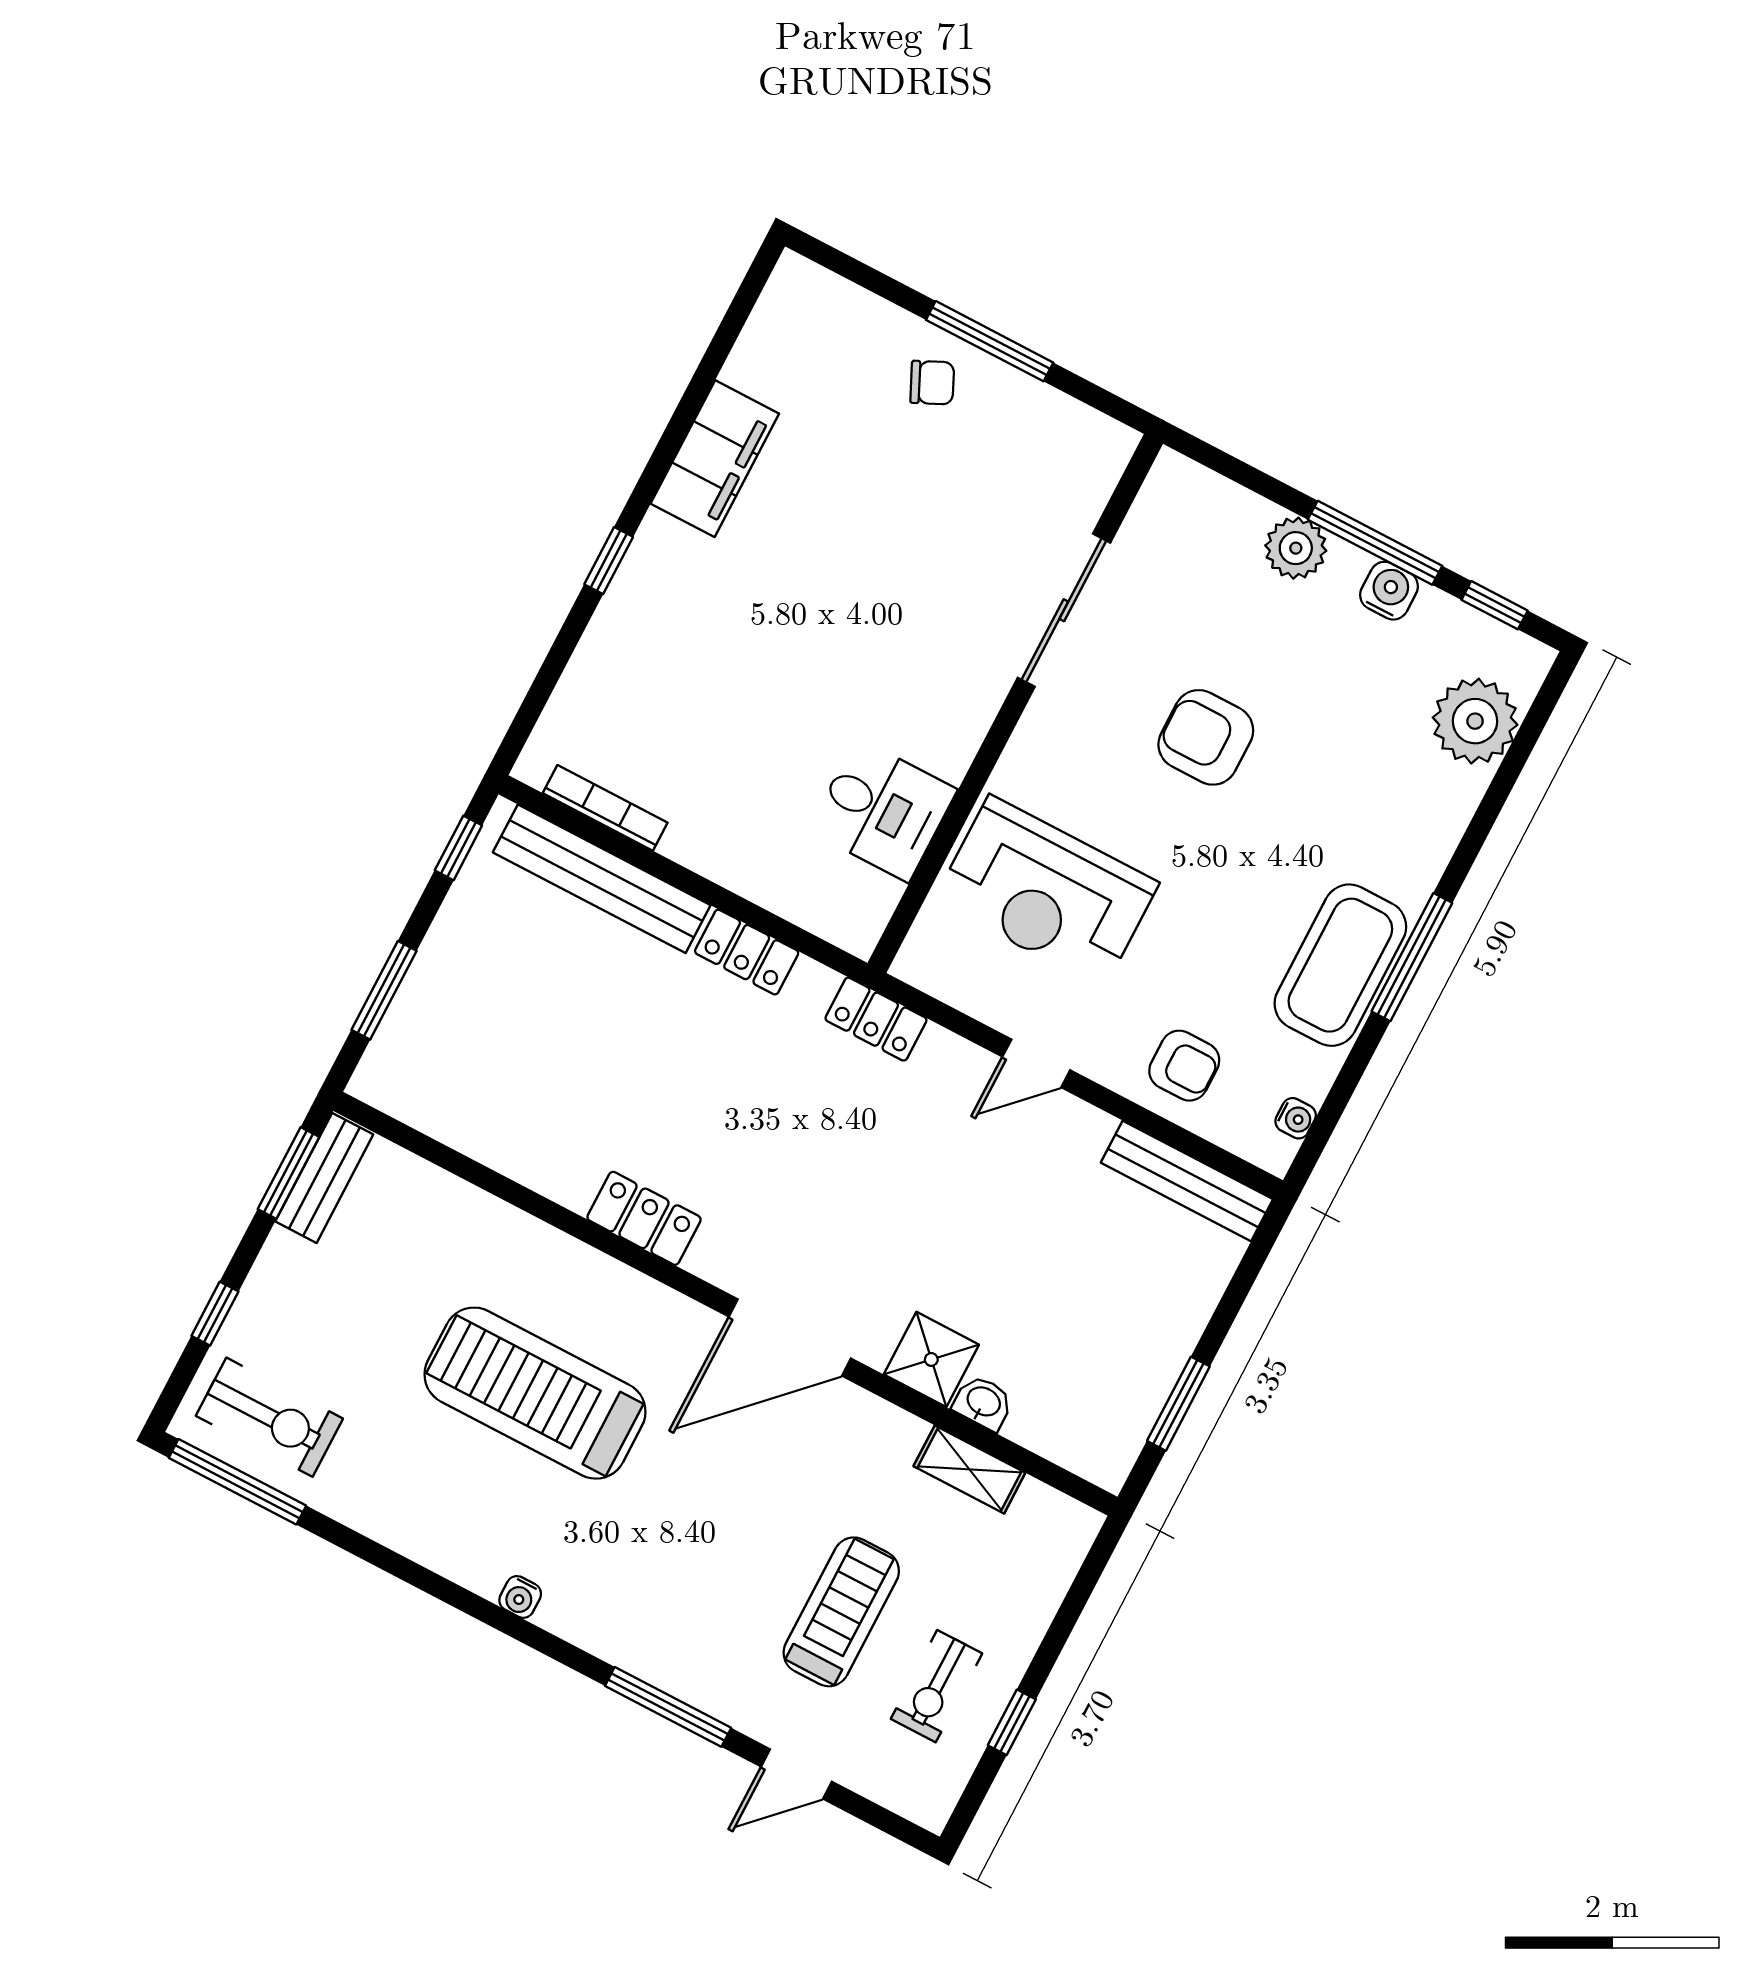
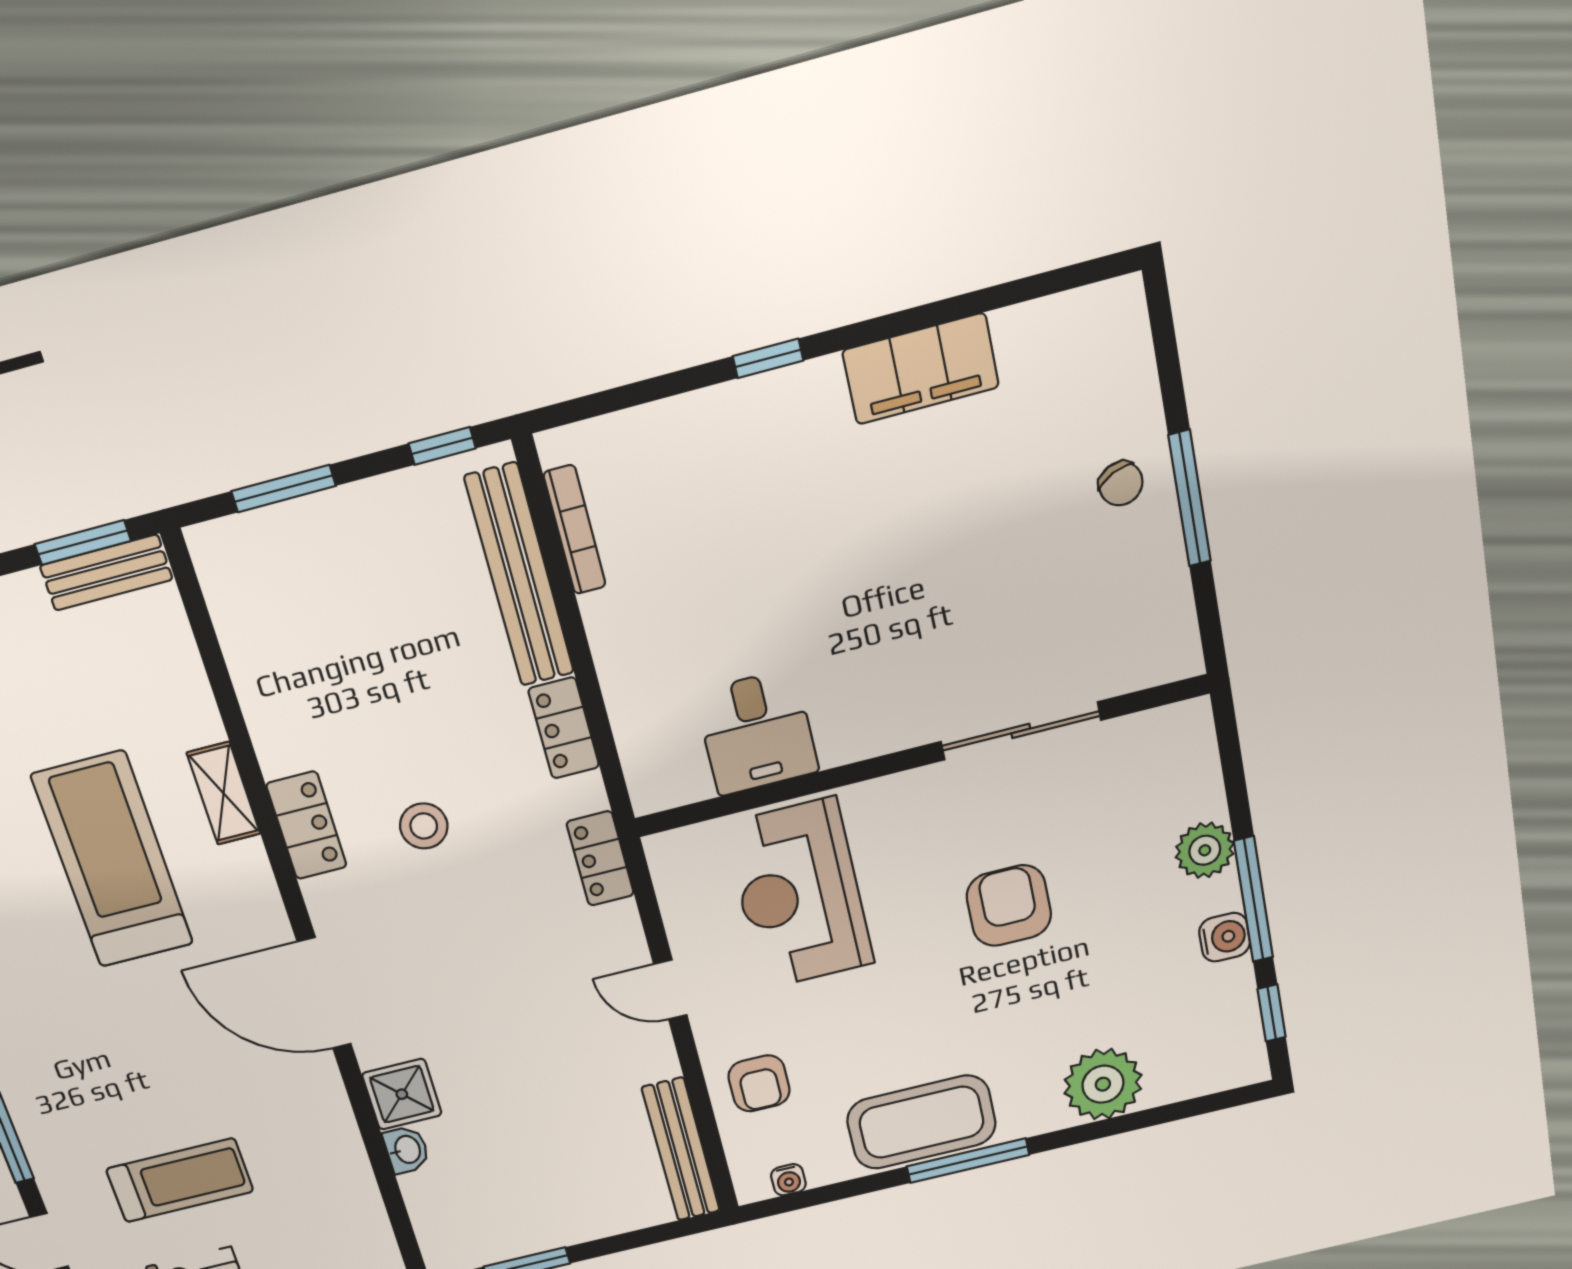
plant: (1475, 721) -> (1103, 1084), moved
stool: (726, 1130) -> (424, 826), added
shelving: (969, 1469) -> (224, 793), moved

